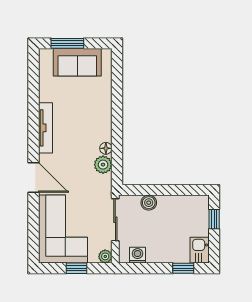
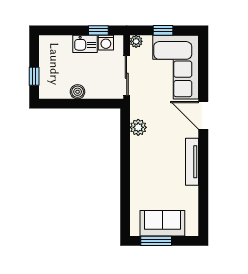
window: (67, 43) -> (156, 241), moved
floor lamp: (106, 148) -> (136, 143), removed
boiler: (149, 203) -> (78, 92), moved
kitchen sink: (200, 250) -> (85, 44), moved, turned 90
window: (183, 268) -> (98, 30), moved

